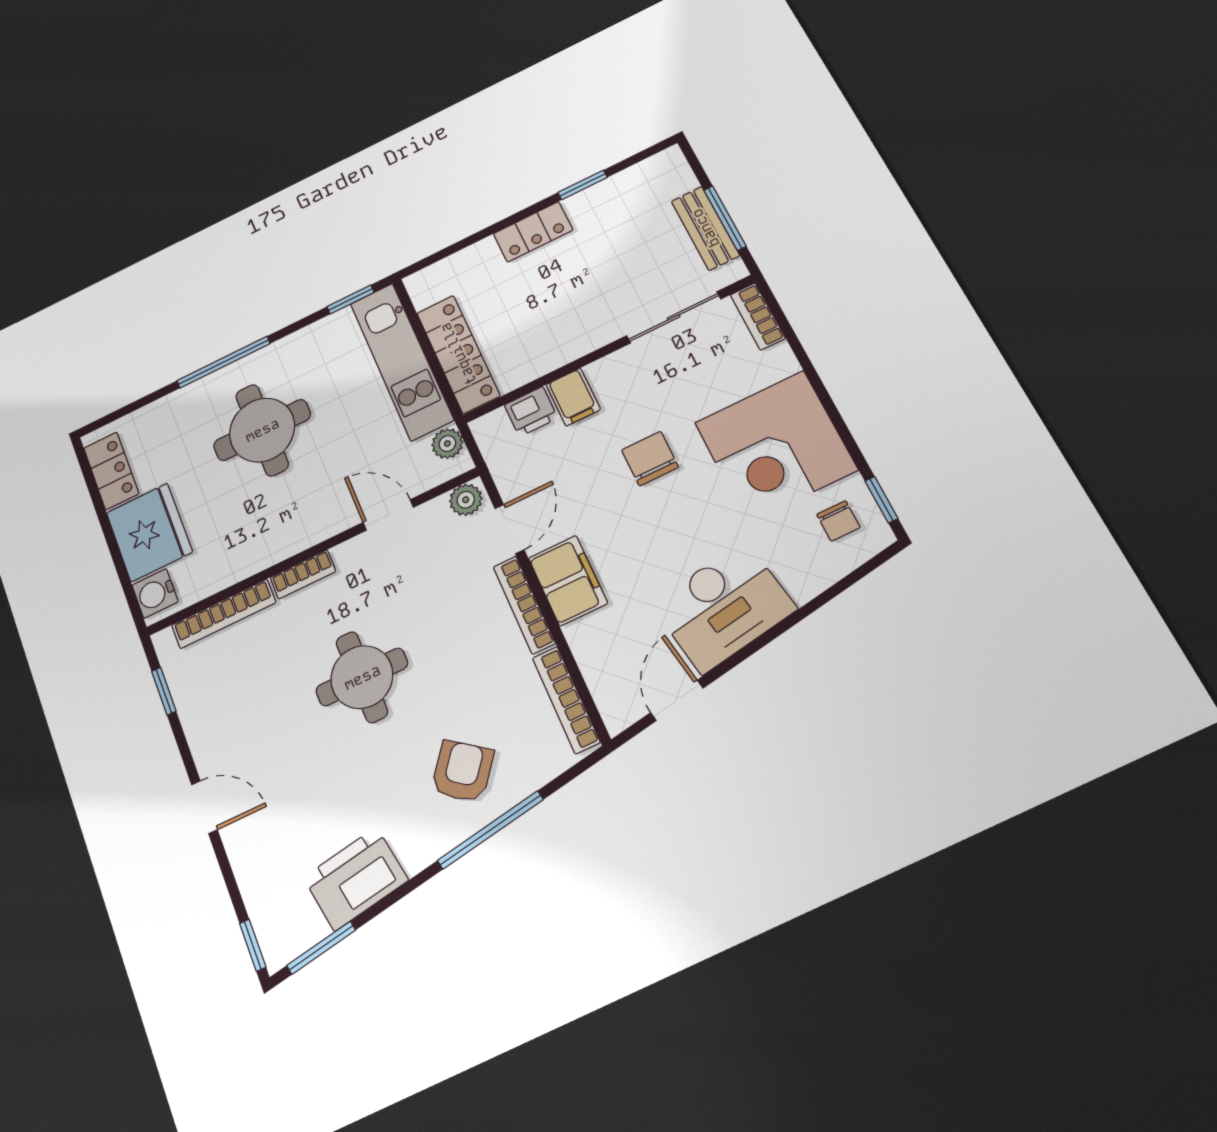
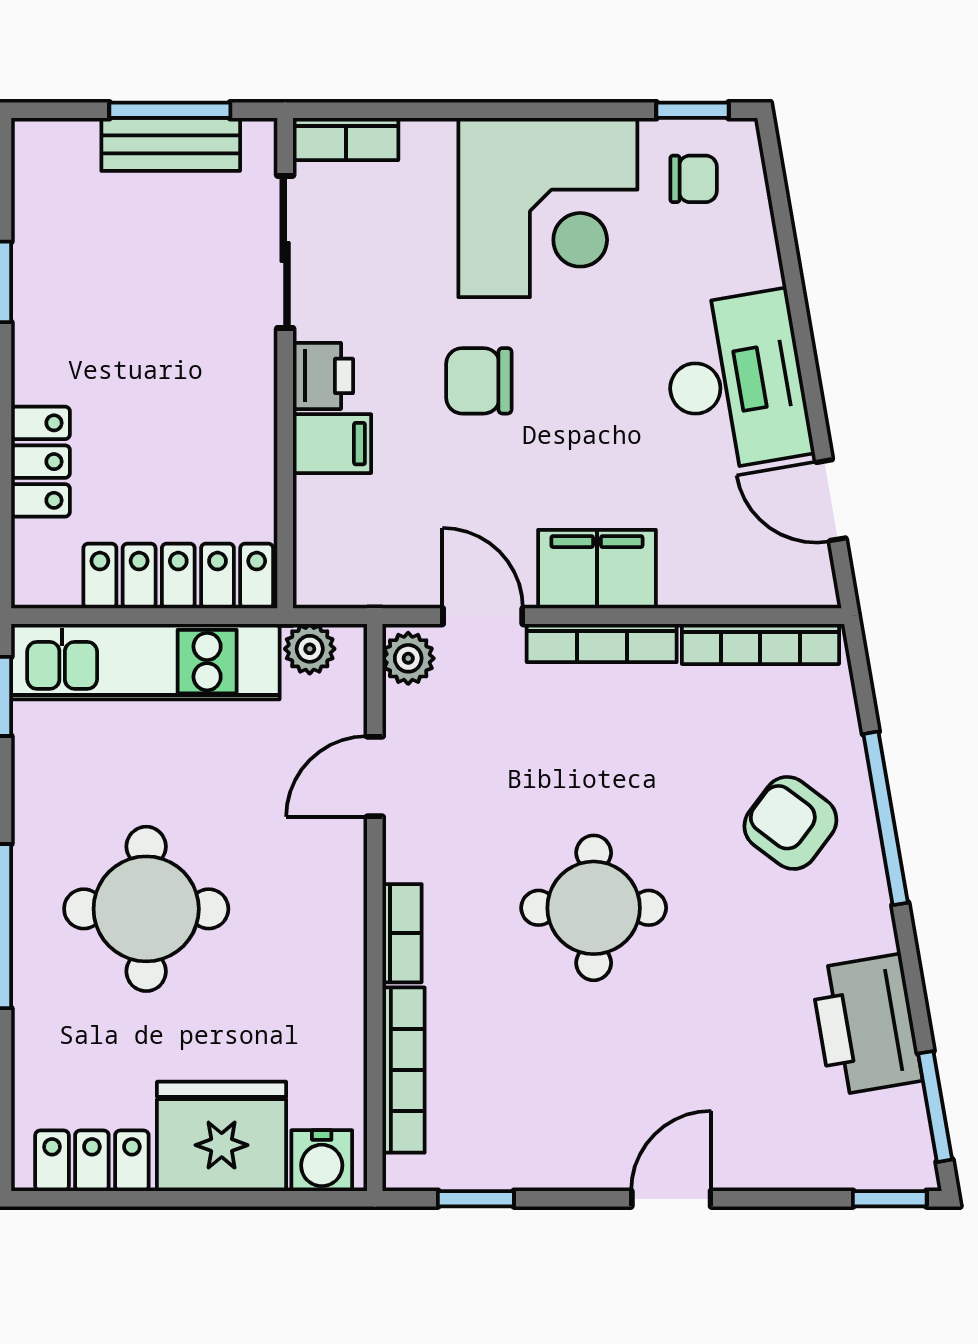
locker: (533, 232) -> (40, 462), moved
printer: (531, 412) -> (323, 376), moved

